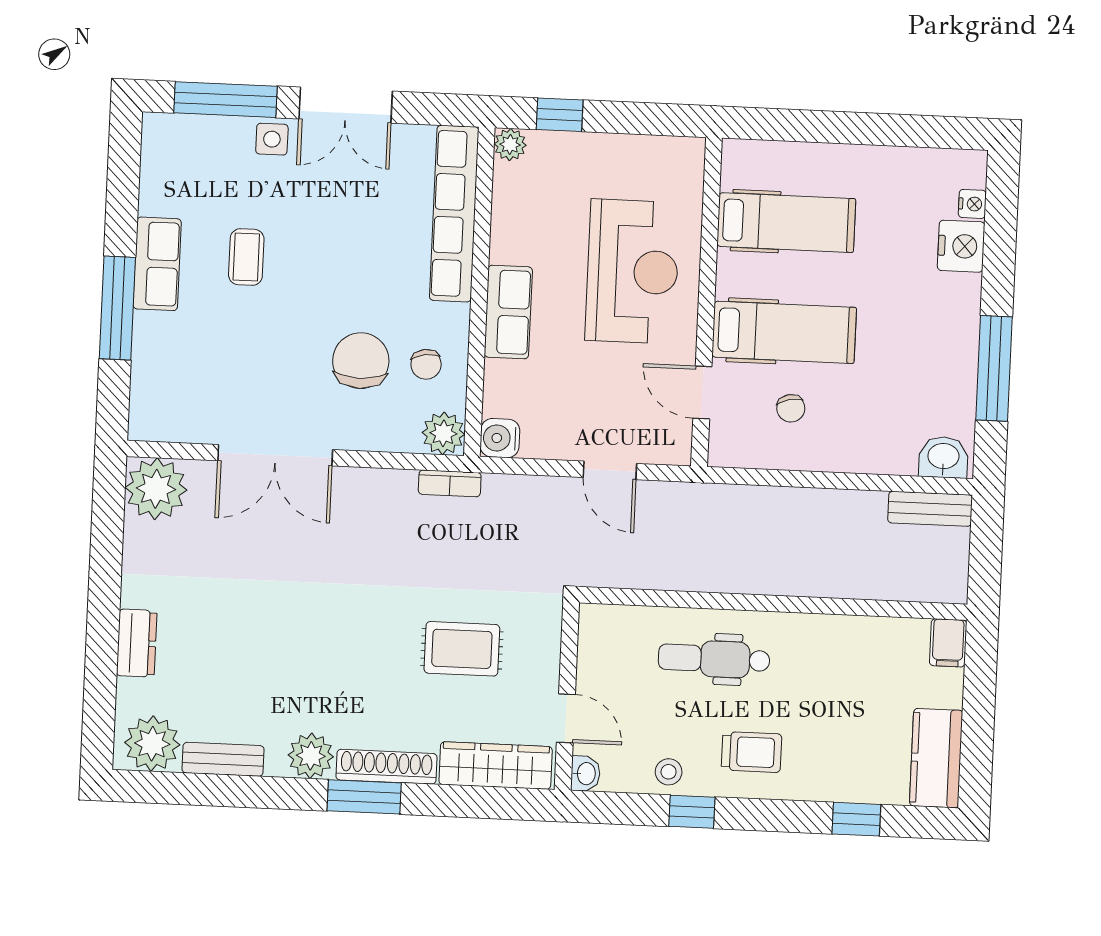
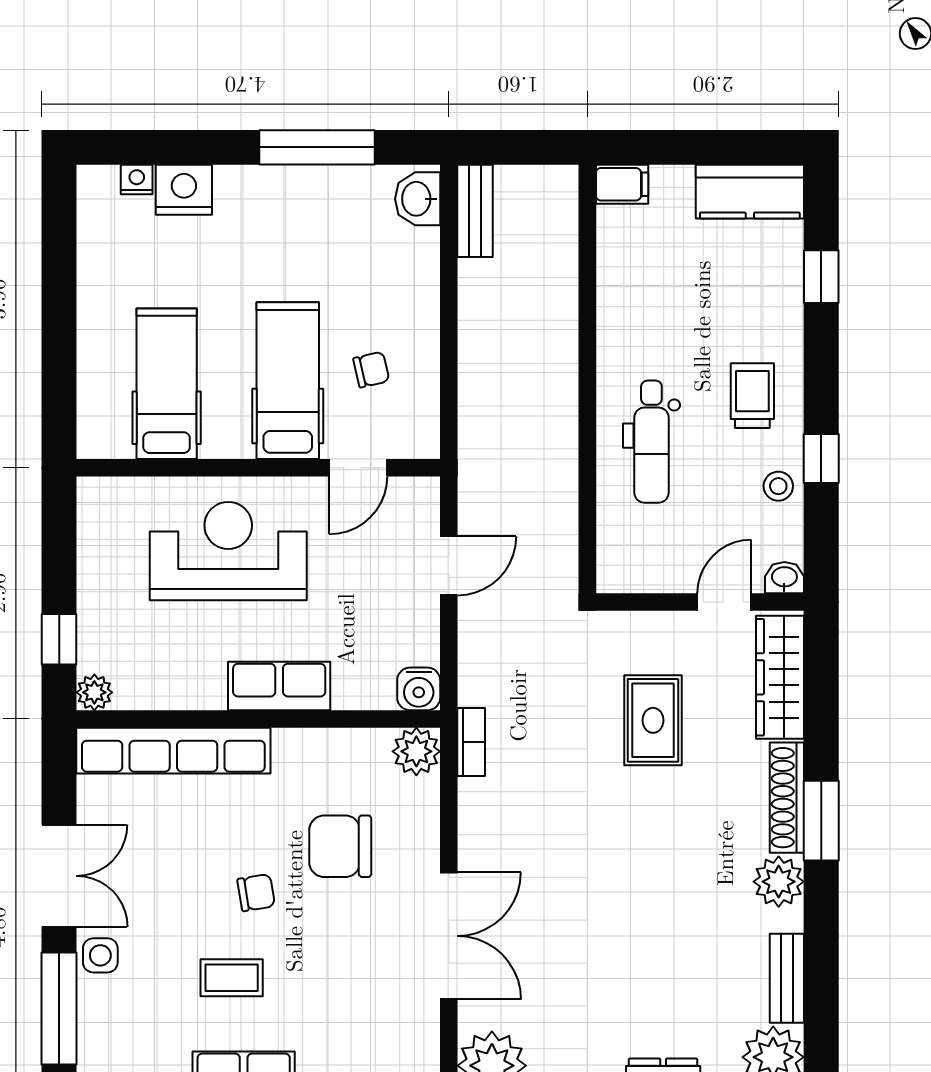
chair: (426, 364) -> (256, 893), moved

